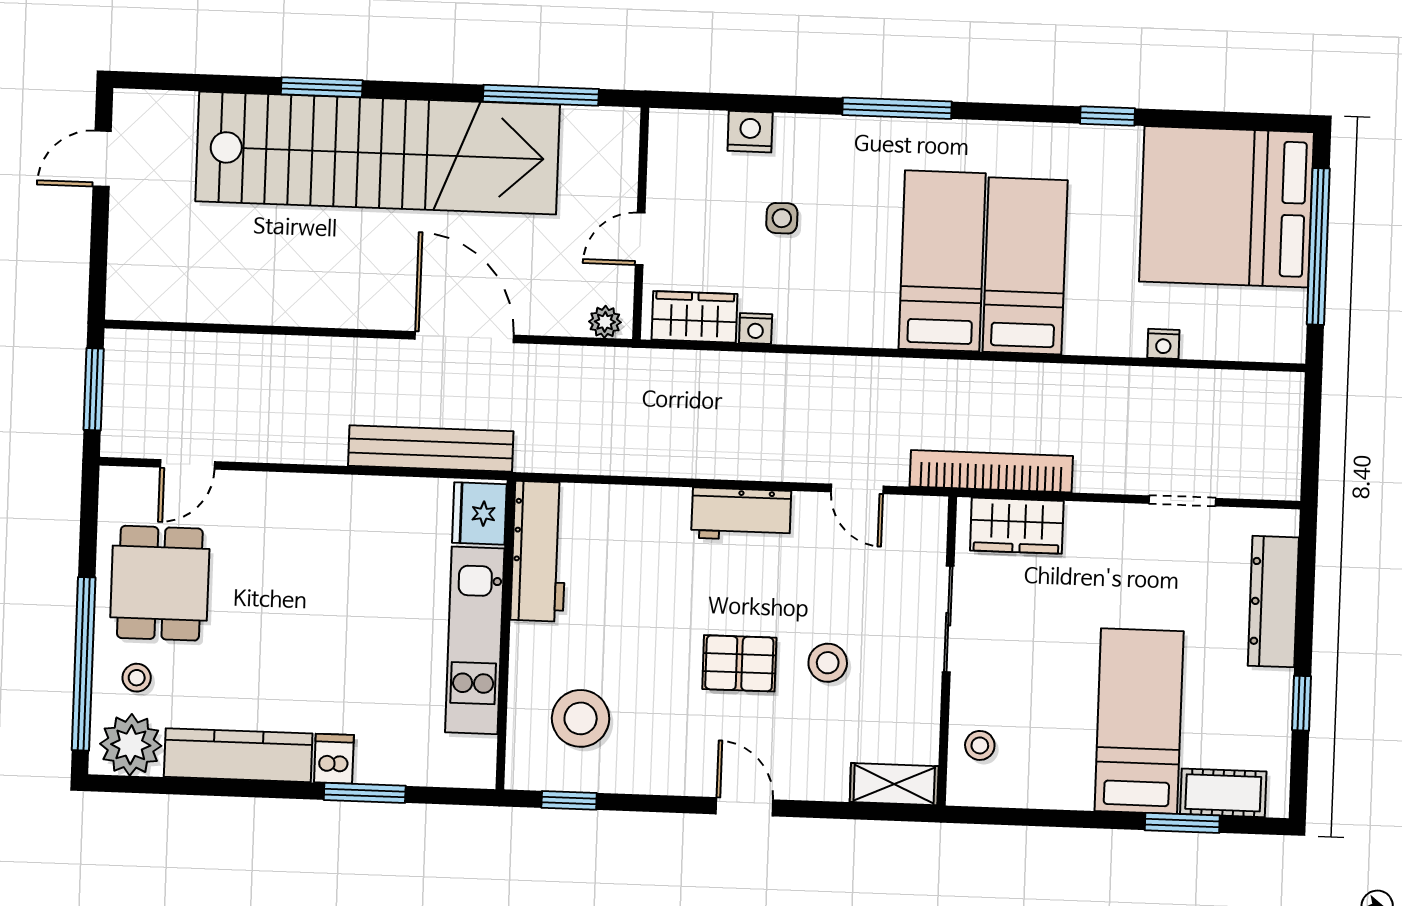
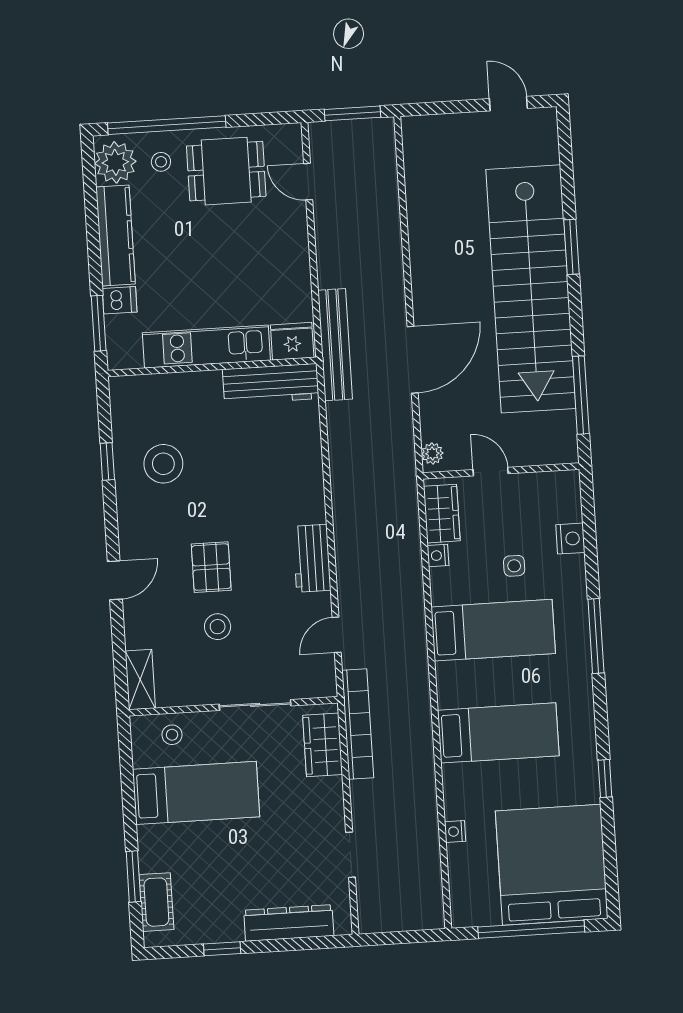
bed: (942, 261) -> (493, 630), moved
fridge: (479, 514) -> (292, 341), moved
workbench: (539, 551) -> (271, 384), moved
wall: (505, 635) -> (212, 367), moved
kitchen unit: (475, 640) -> (206, 347), moved
bed: (1139, 721) -> (196, 793), moved

